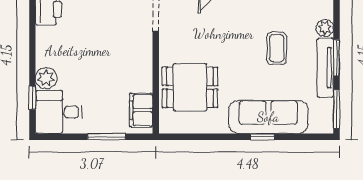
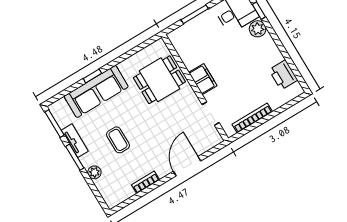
tv unit: (325, 68) -> (75, 141), width x0.71
filing cabinet: (141, 110) -> (203, 79), moved

